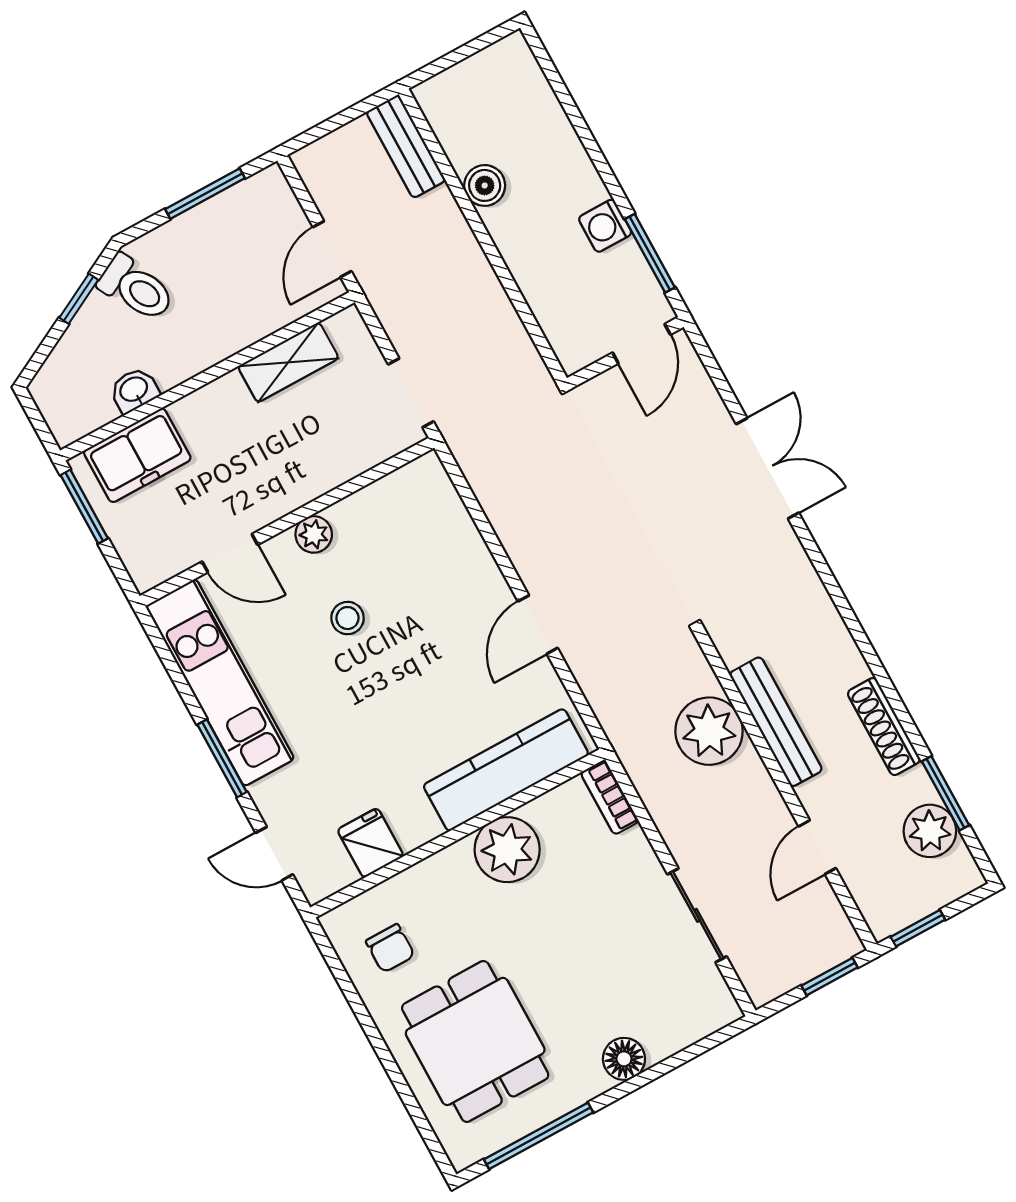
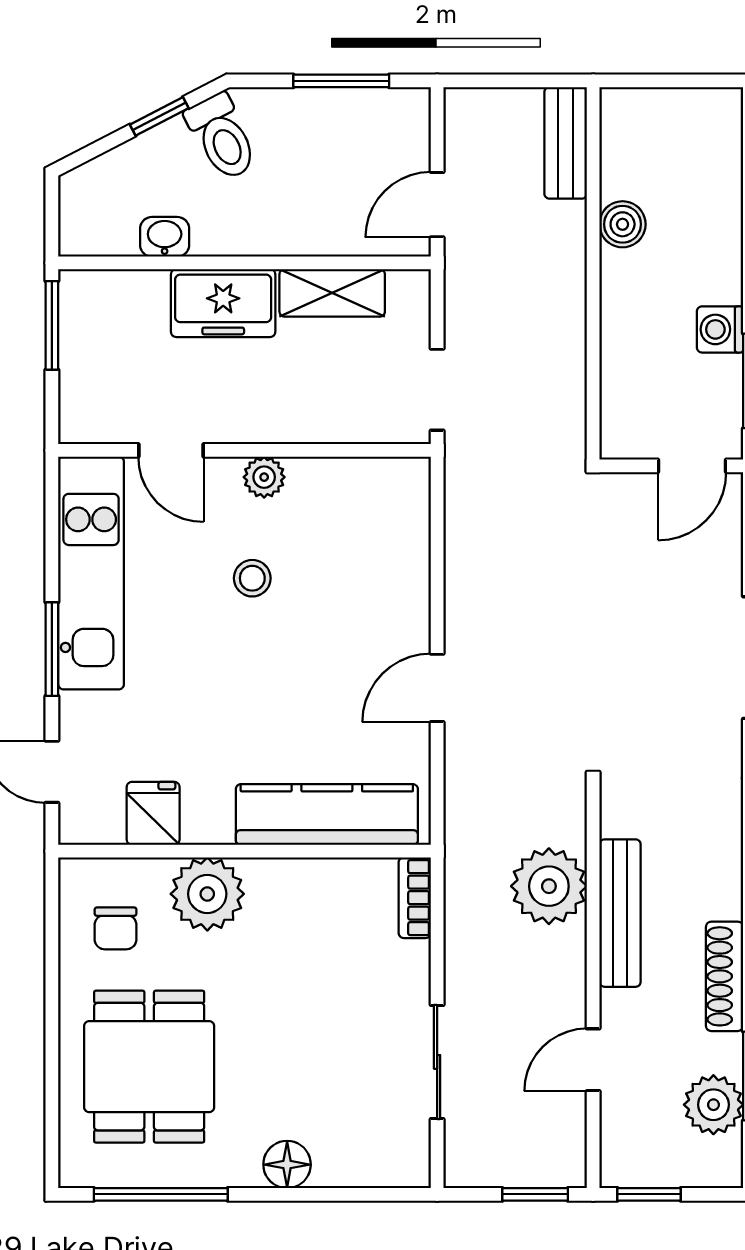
freezer: (137, 455) -> (223, 303), moved
plant: (507, 850) -> (207, 894), moved

